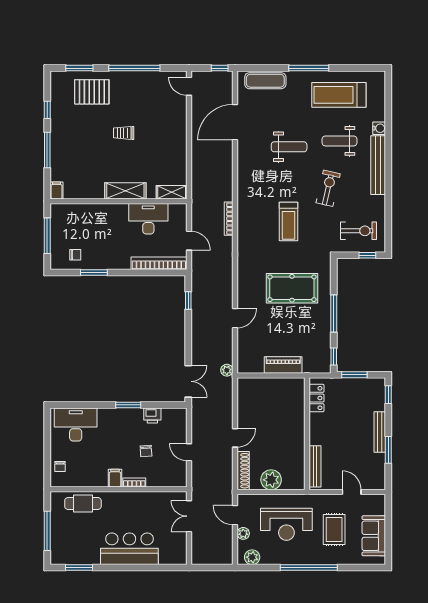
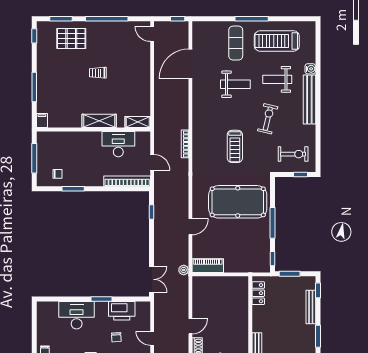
exercise mat: (265, 81) -> (236, 43), moved, turned 90
window: (47, 110) -> (34, 36), moved
pool table: (292, 288) -> (238, 202), width x1.36, depth x1.32
piano: (283, 365) -> (208, 266), moved
printer: (152, 415) -> (122, 311), width x1.87, depth x1.48
desk: (76, 425) -> (77, 315), moved
bench: (380, 432) -> (311, 307), moved

